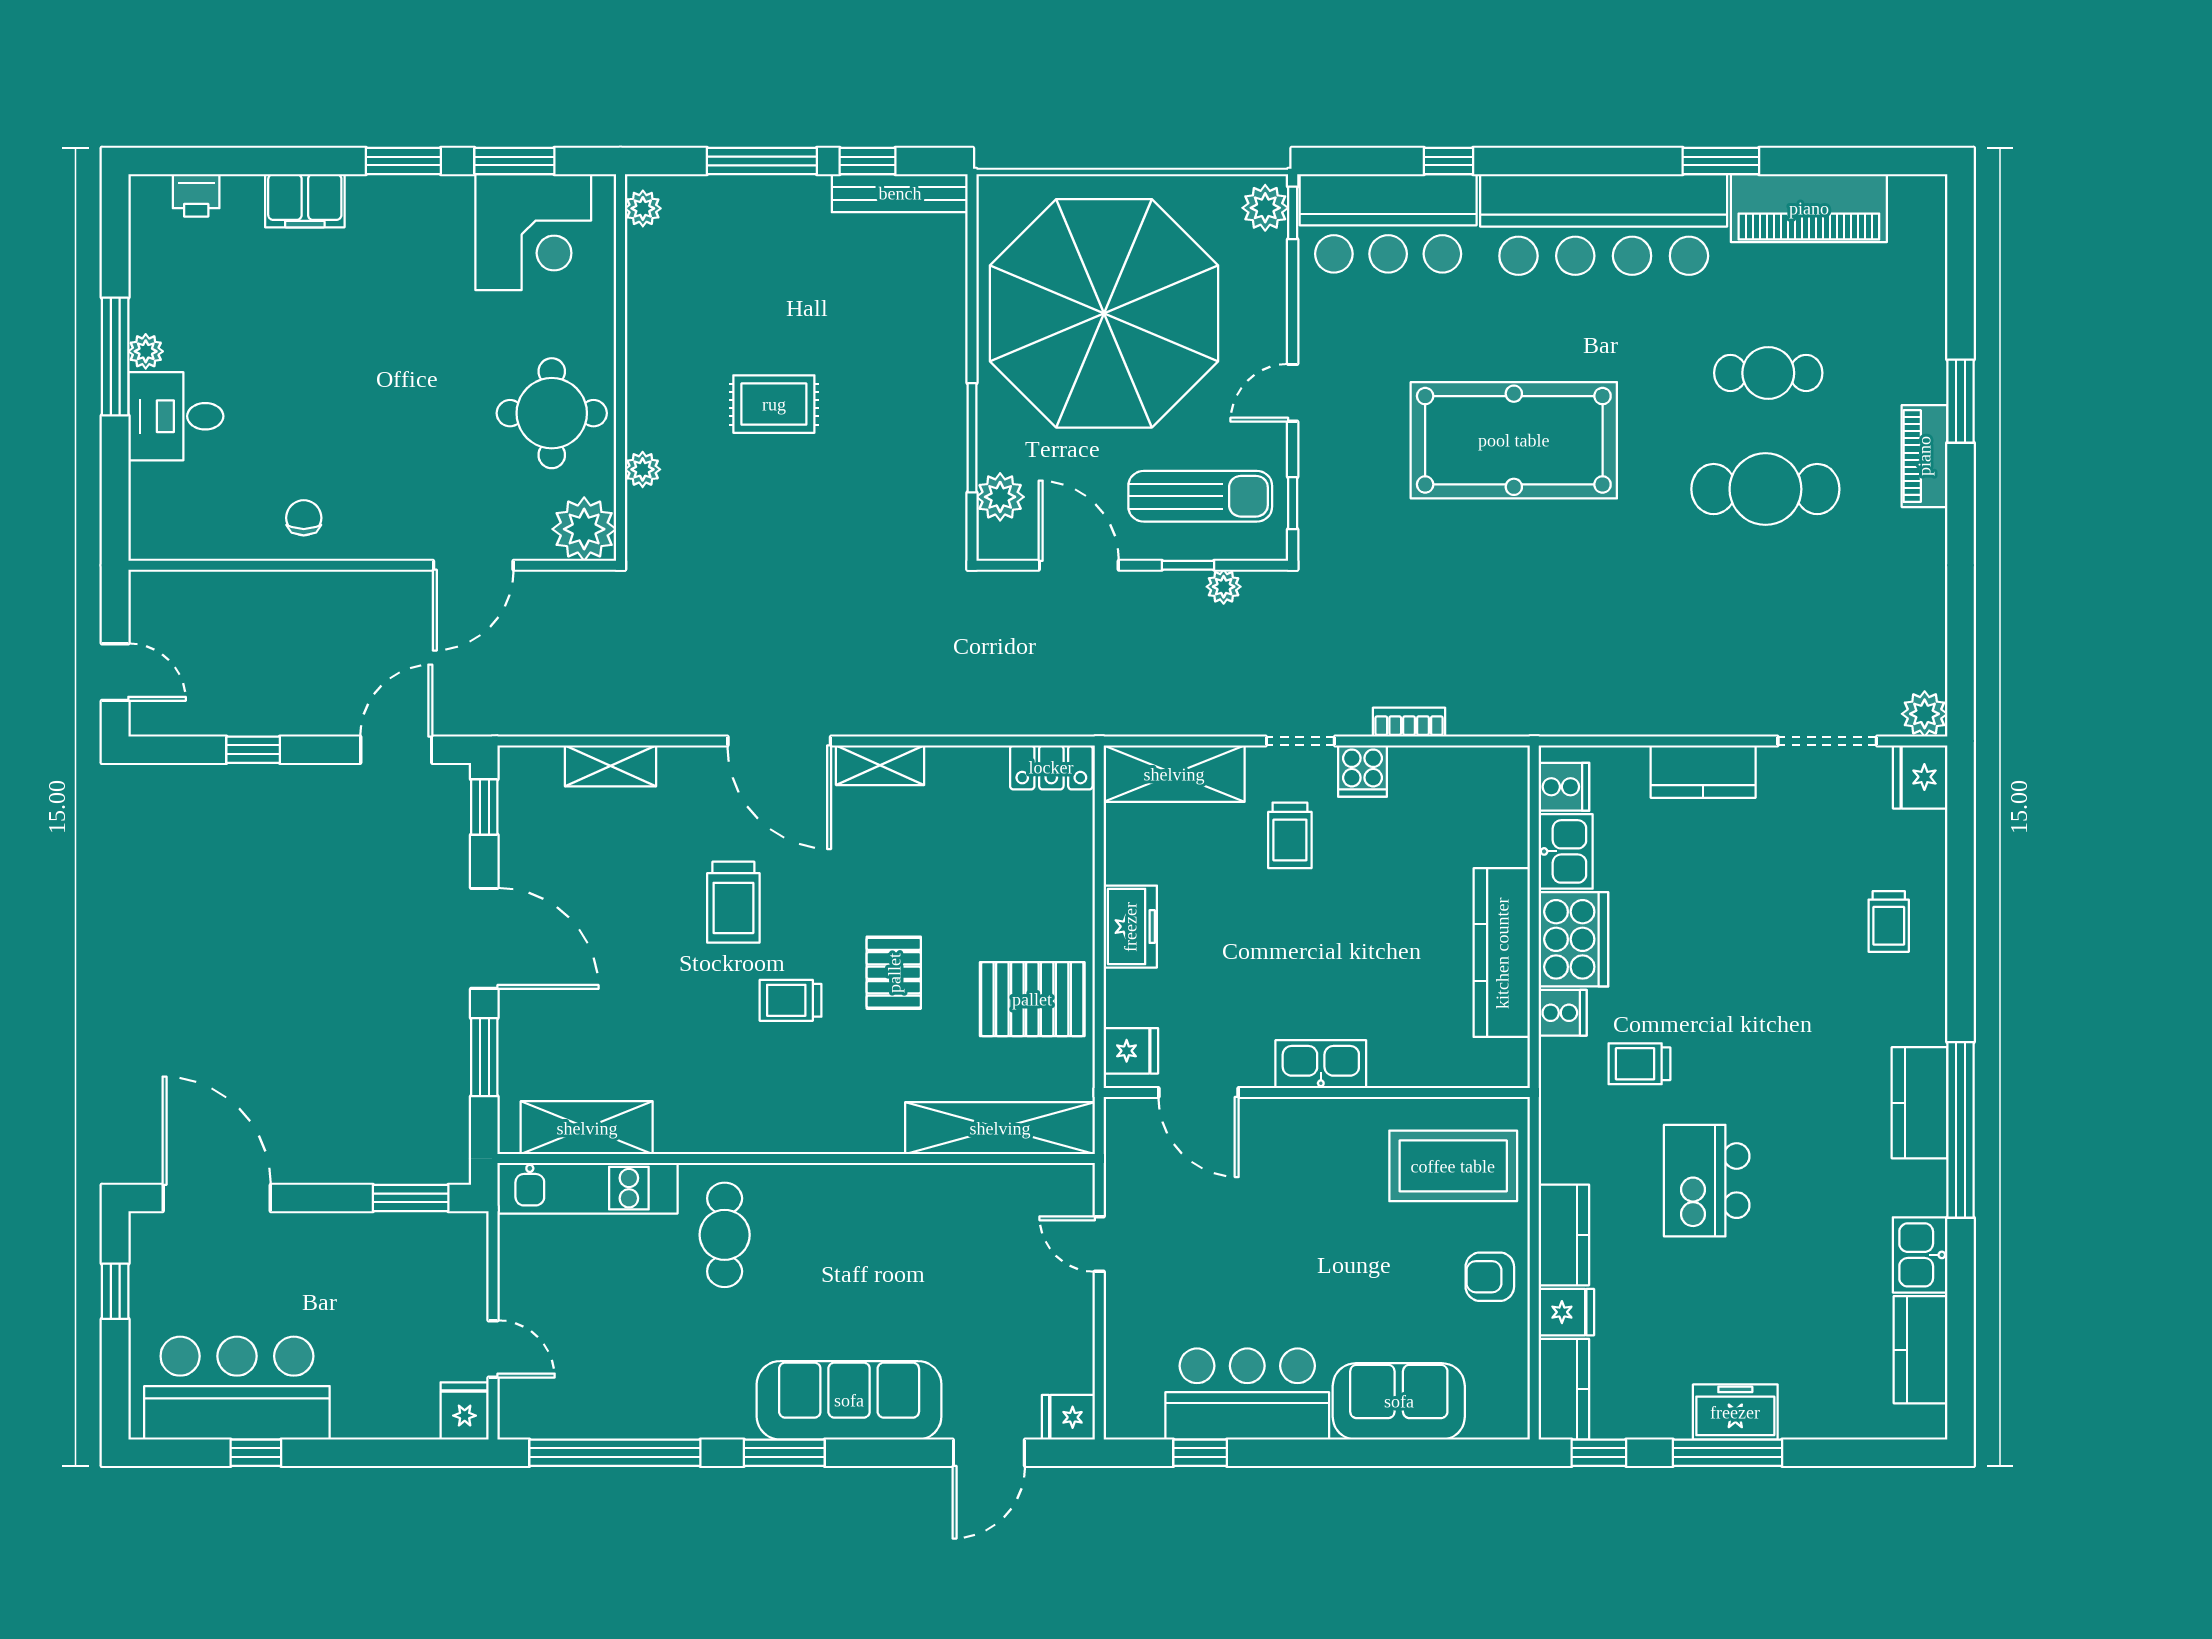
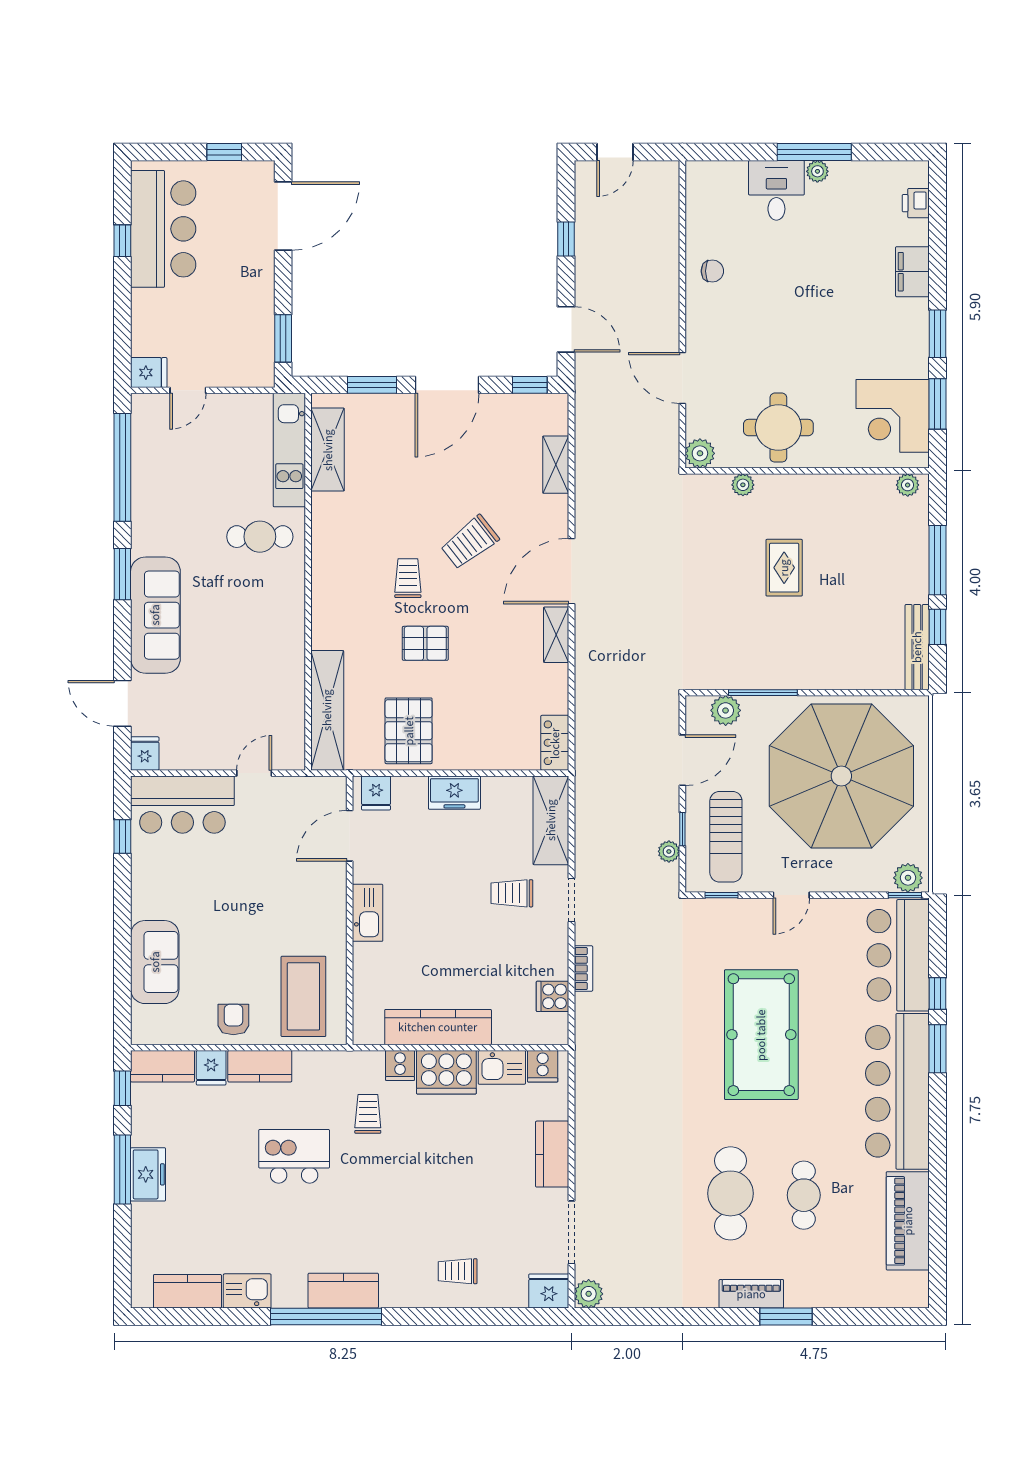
window: (1721, 161) -> (937, 1049), moved
door: (1293, 393) -> (791, 895), swing flipped
plant: (584, 529) -> (700, 453), width x0.73, depth x0.73
cooker: (1363, 771) -> (553, 996), moved
trolley: (733, 902) -> (470, 542), turned -38
bar counter: (1247, 1394) -> (182, 805), moved, turned 90

